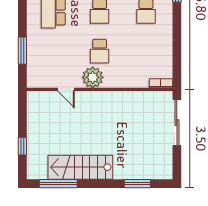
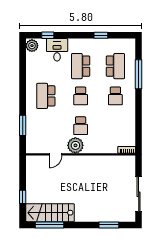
door: (66, 89) -> (55, 154), hinge flipped
sliding door: (177, 123) -> (139, 194), moved
stairs: (80, 167) -> (50, 213), moved

